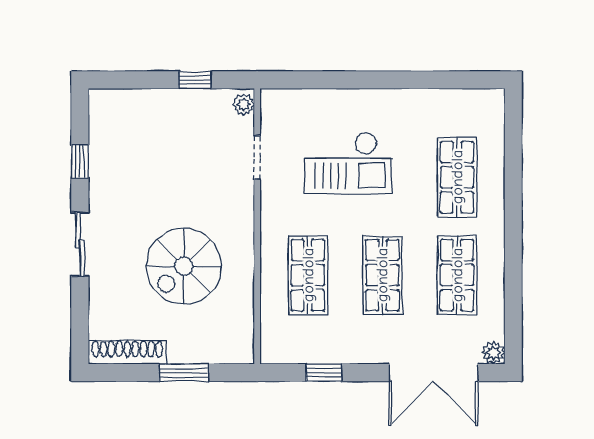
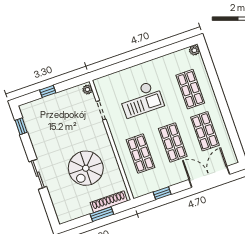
window: (195, 80) -> (48, 91), moved
window: (80, 162) -> (21, 126), moved
shoe rack: (127, 352) -> (109, 202), moved
plant: (493, 353) -> (194, 50), moved
double door: (434, 373) -> (209, 177), swing flipped

